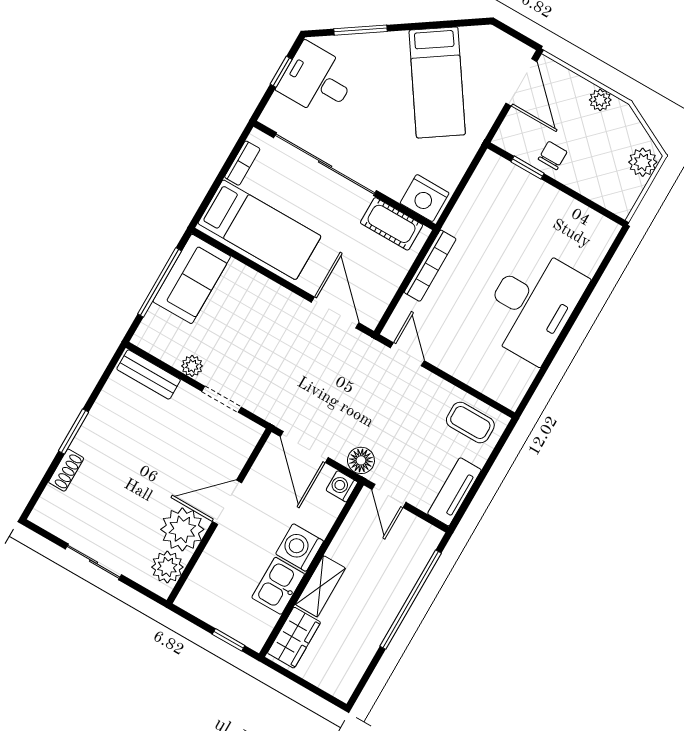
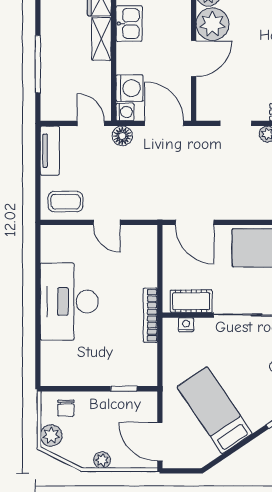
chair: (553, 156) -> (66, 408), moved
nightstand: (425, 198) -> (186, 325), width x0.53, depth x0.56
bookcase: (430, 266) -> (150, 315), moved
door: (407, 354) -> (107, 222), moved
washing machine: (300, 548) -> (130, 88), moved
window: (411, 600) -> (38, 64), width x0.68

